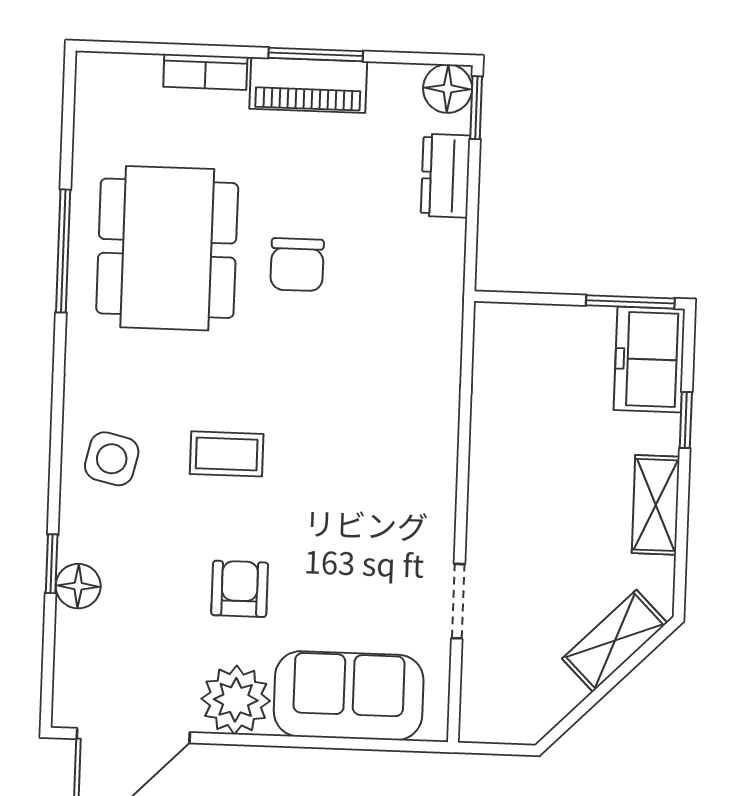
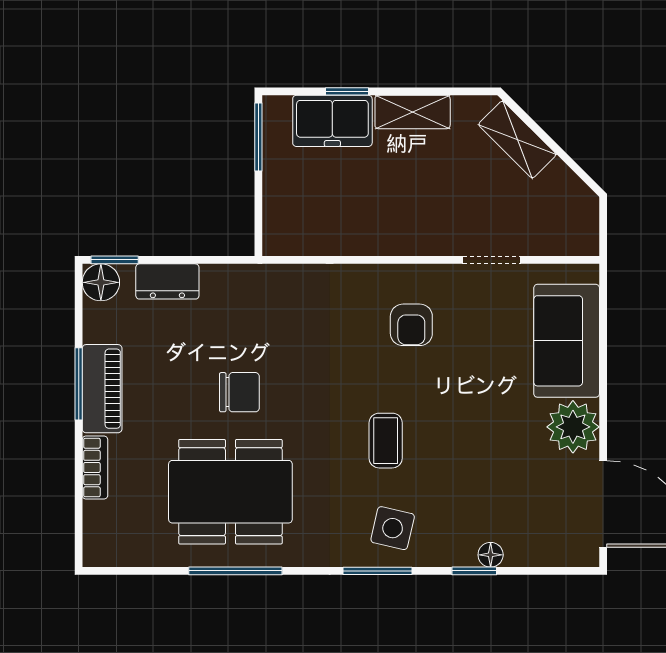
freezer: (649, 359) -> (332, 121), moved
window: (56, 437) -> (378, 571), added
floor lamp: (78, 586) -> (491, 555), width x0.73, depth x0.73
armchair: (240, 589) -> (411, 325), moved, turned -90

